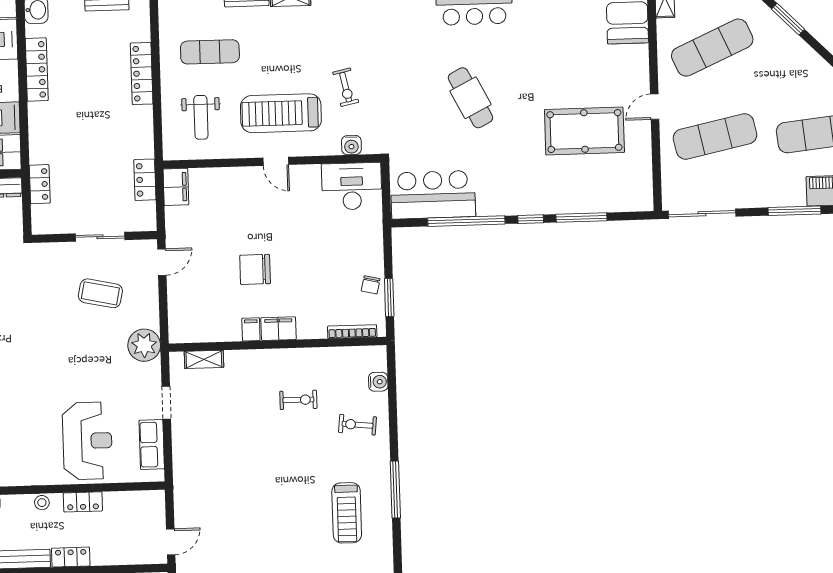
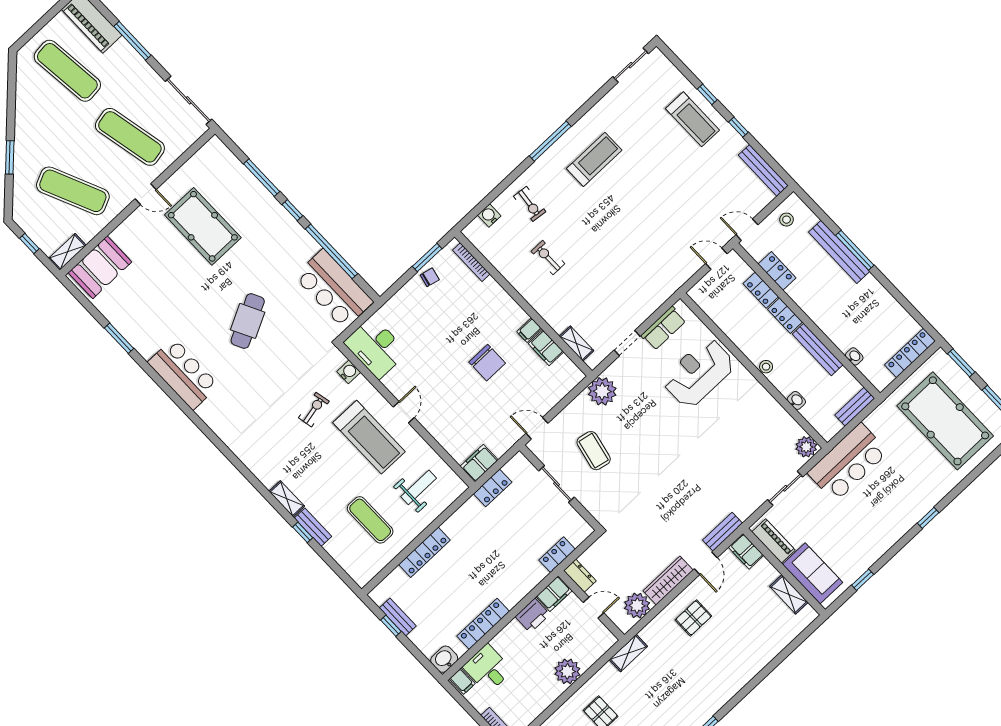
filing cabinet: (279, 329) -> (546, 348), moved
locker: (83, 502) -> (761, 290), moved, turned 180

